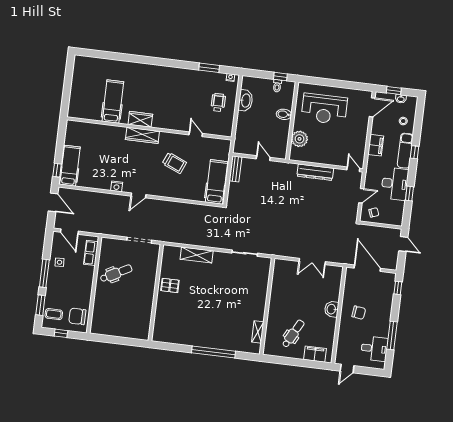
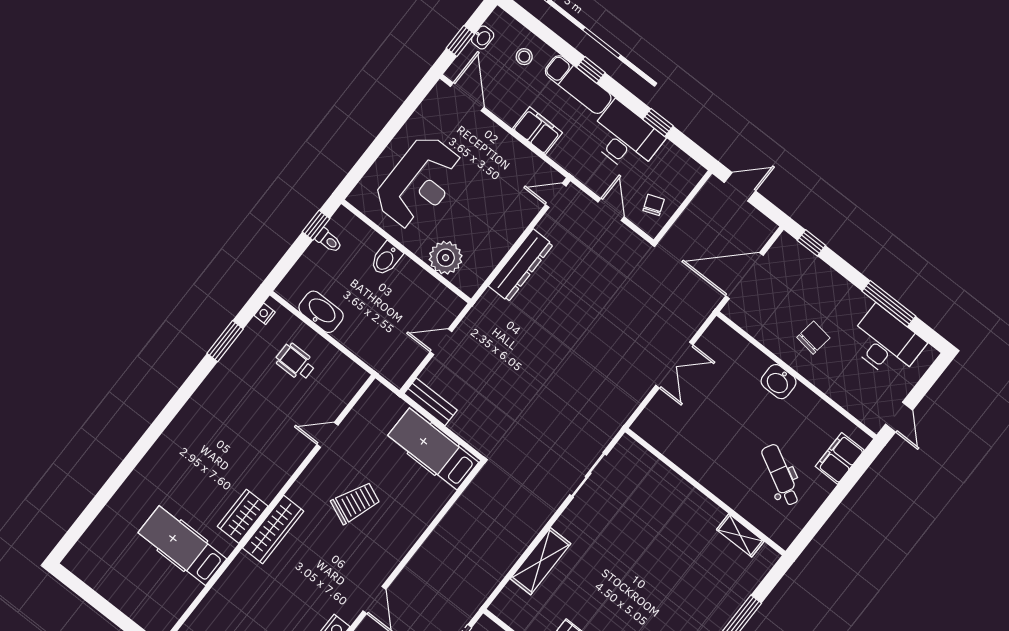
desk: (374, 349) -> (886, 343), width x1.37

